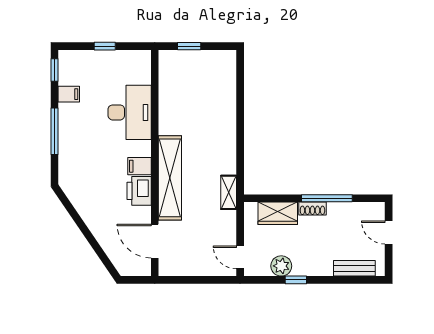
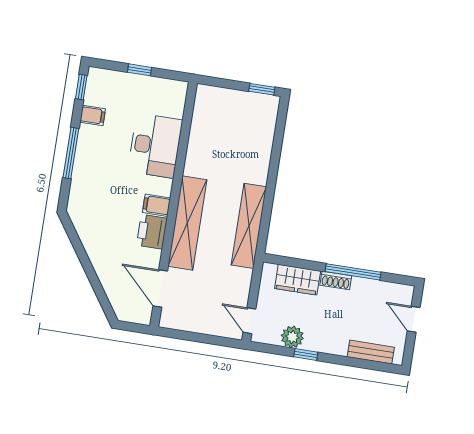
window: (189, 46) -> (262, 89), moved
shelving: (229, 192) -> (249, 226), width x2.20, depth x1.33

